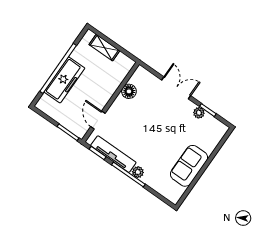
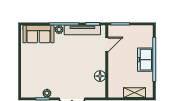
freezer: (64, 80) -> (145, 60), width x0.71
door: (98, 120) -> (107, 45), hinge flipped
sofa: (189, 166) -> (38, 34), moved, turned 90

